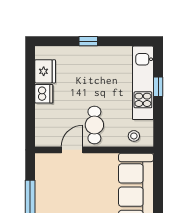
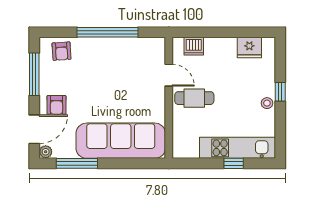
dishwasher: (44, 94) -> (194, 46), moved
stool: (134, 136) -> (267, 103), moved

